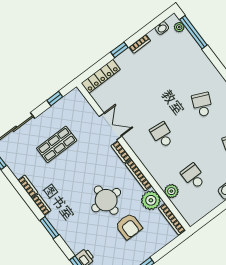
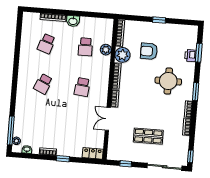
locker: (101, 76) -> (93, 153), width x0.66
round table: (106, 200) -> (168, 81), moved
armchair: (129, 226) -> (149, 51), turned -90

